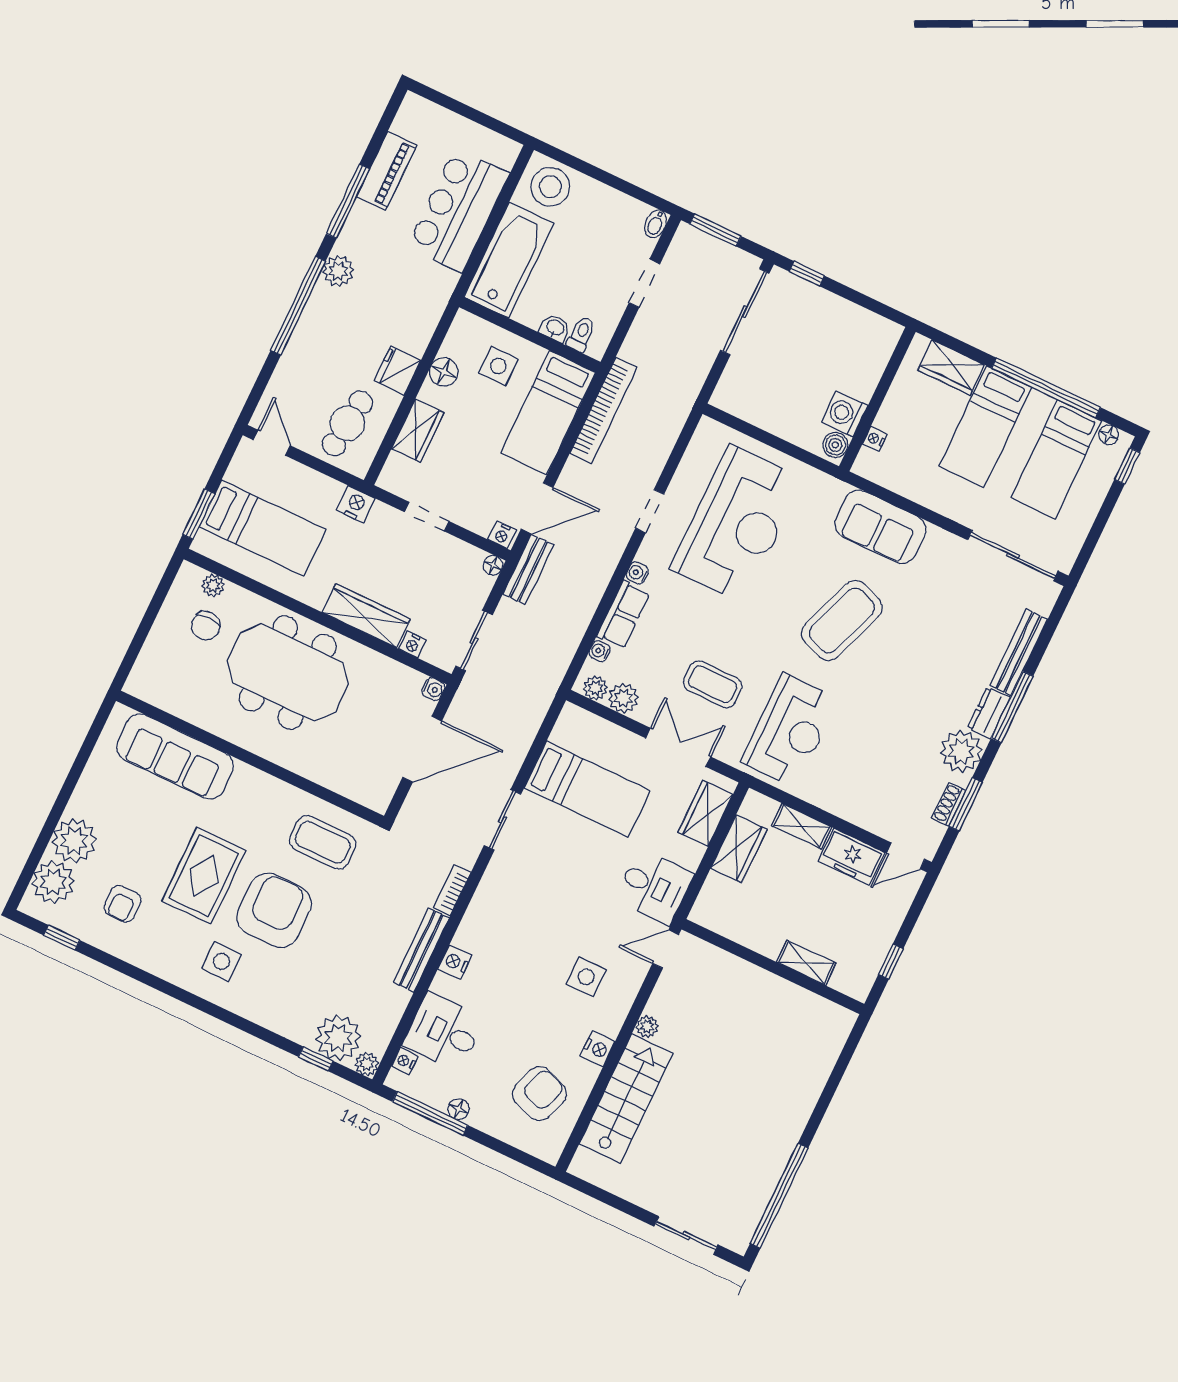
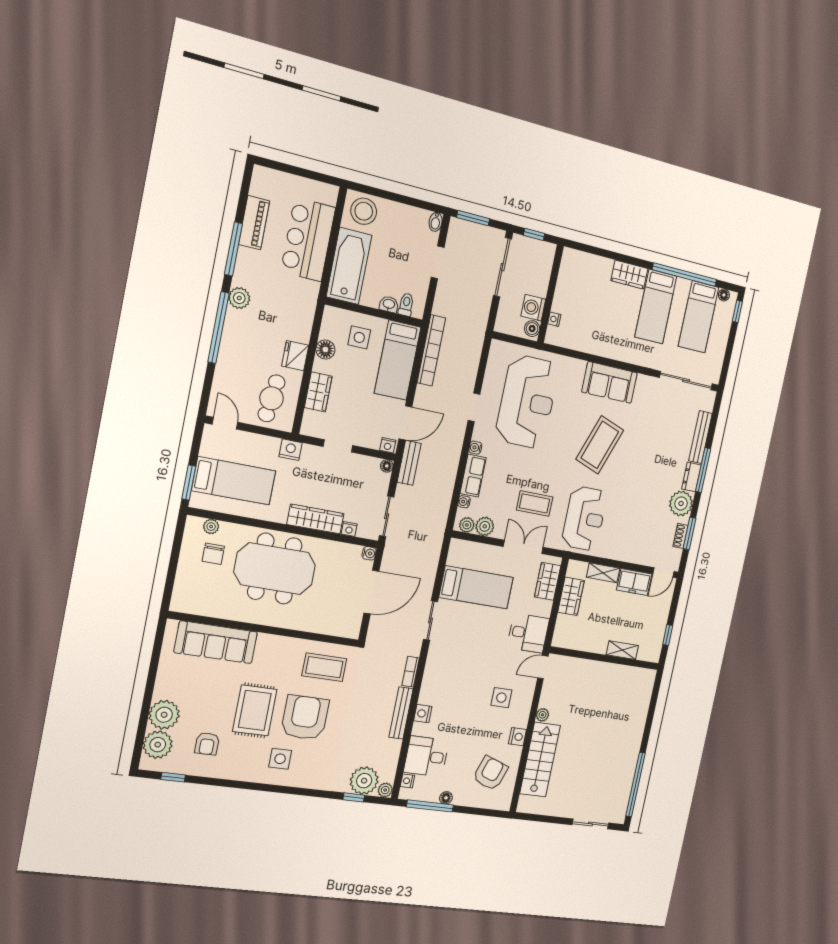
wall: (877, 399) -> (550, 294), moved
washing machine: (845, 414) -> (533, 308), moved
nightstand: (875, 439) -> (554, 319), moved
boiler: (835, 445) -> (532, 329), moved

